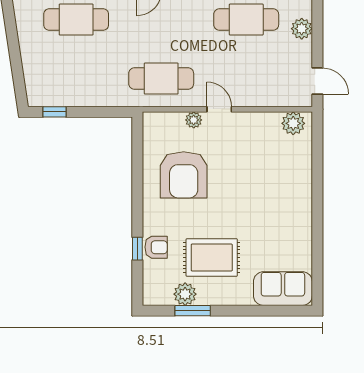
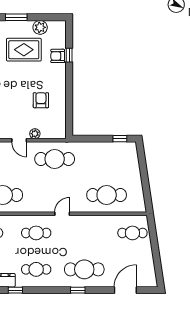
armchair: (184, 175) -> (41, 100), width x0.53, depth x0.53
window: (193, 311) -> (16, 17), moved

